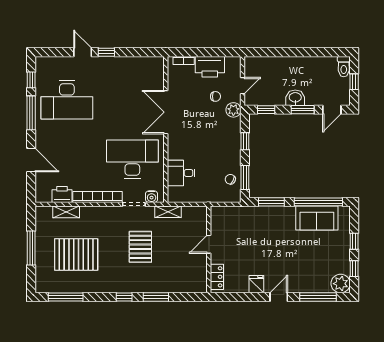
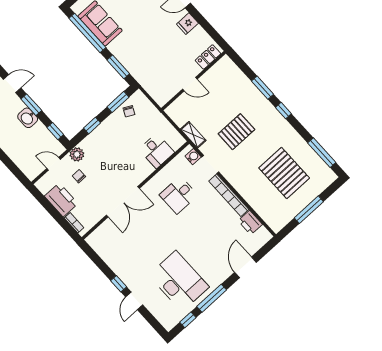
desk: (132, 159) -> (179, 195), width x0.53, depth x0.77
shelving: (66, 212) -> (260, 208), removed

